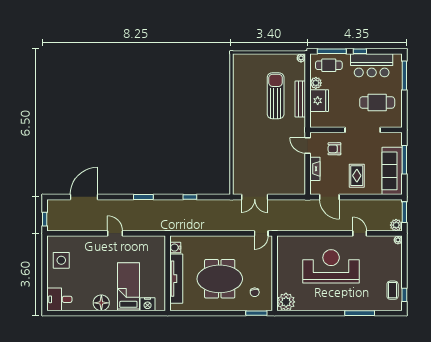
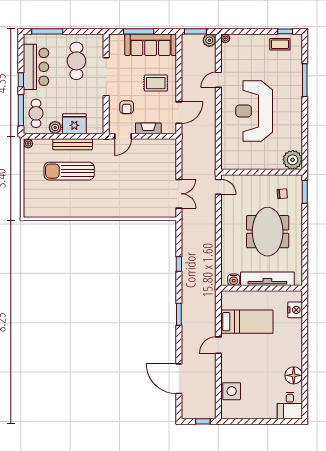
side table: (61, 260) -> (232, 391), moved
bed: (128, 287) -> (247, 322), moved, turned 180
floor lamp: (101, 303) -> (294, 375), moved

